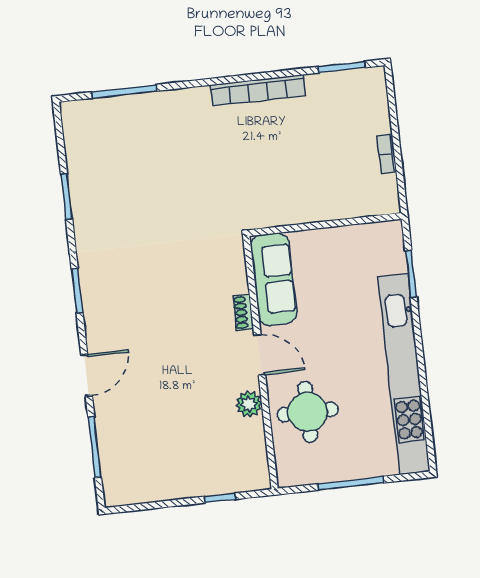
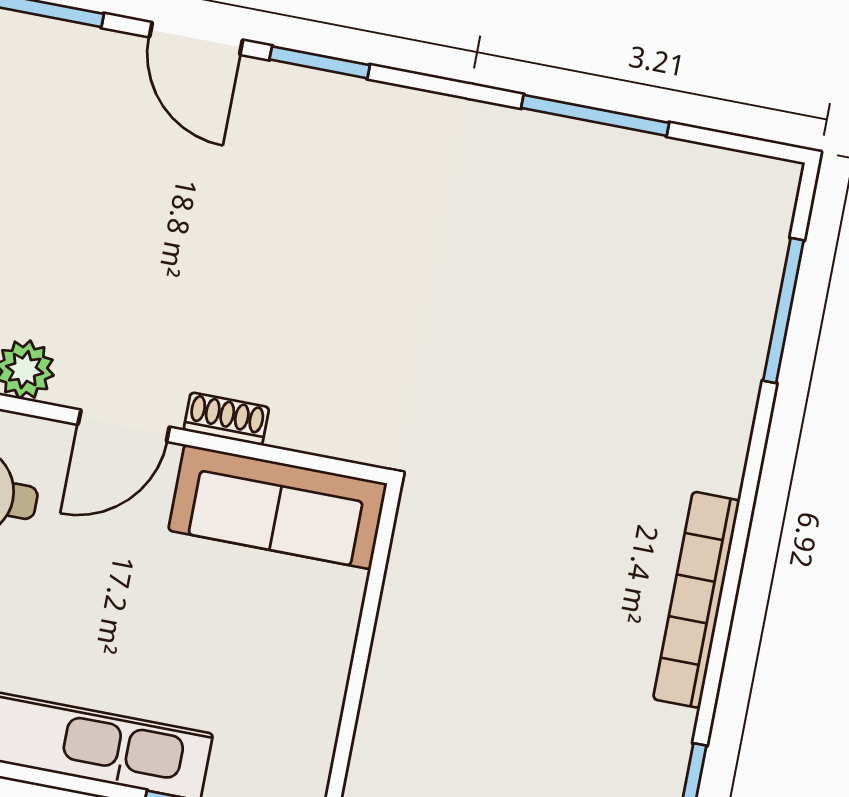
window: (67, 197) -> (595, 115), width x1.44
window: (77, 290) -> (320, 62), moved

